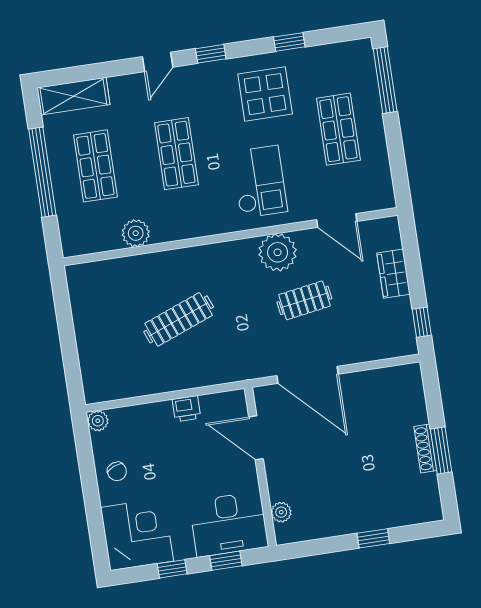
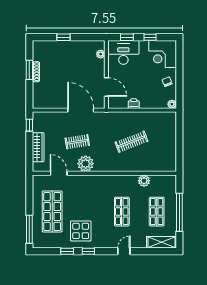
window: (211, 54) -> (88, 251), moved
shop shelf: (338, 129) -> (52, 212), width x1.43, depth x1.36
checkout: (259, 182) -> (89, 194), removed
wardrobe: (393, 274) -> (38, 147), width x1.50

